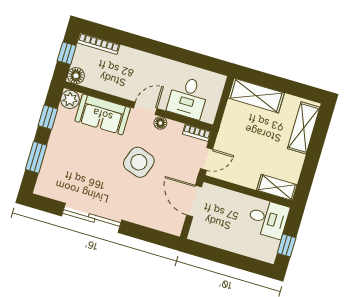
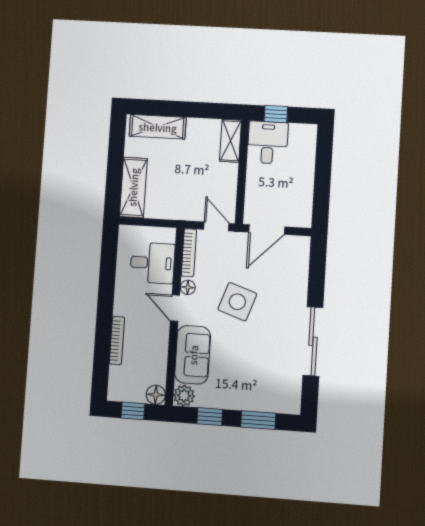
bookcase: (98, 44) -> (117, 341), moved
bookcase: (197, 133) -> (189, 253), width x1.56
window: (287, 245) -> (276, 114), moved

